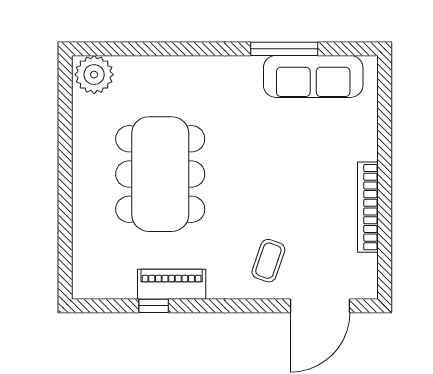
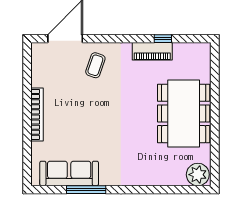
dining table: (160, 174) -> (184, 113), moved
bookcase: (368, 207) -> (37, 114), moved

